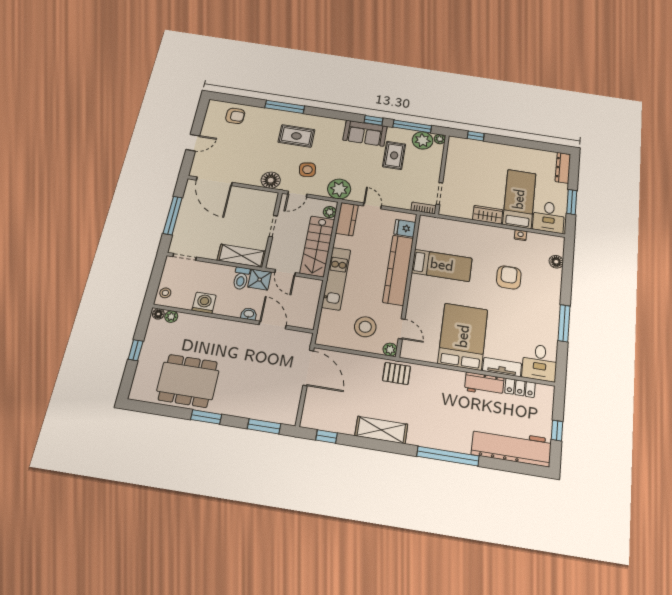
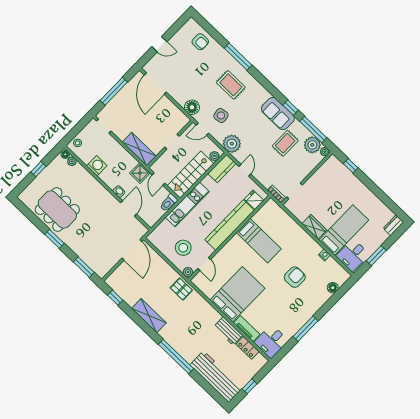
dresser: (563, 168) -> (393, 225), width x0.70
toilet: (241, 278) -> (169, 203), moved

